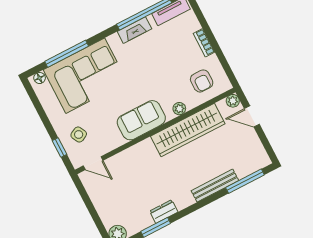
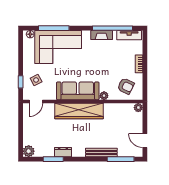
armchair: (202, 81) -> (126, 86), turned -64
door: (252, 116) -> (145, 141), moved
sofa: (141, 120) -> (78, 91), width x1.36
wardrobe: (188, 130) -> (79, 111), moved
door: (93, 163) -> (36, 102), hinge flipped

